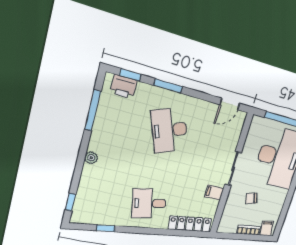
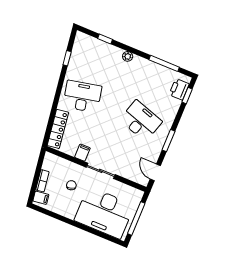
window: (168, 86) -> (169, 141), moved
desk: (169, 130) -> (141, 121), turned 39
window: (70, 202) -> (105, 39), moved
desk: (149, 203) -> (82, 96), width x1.37

